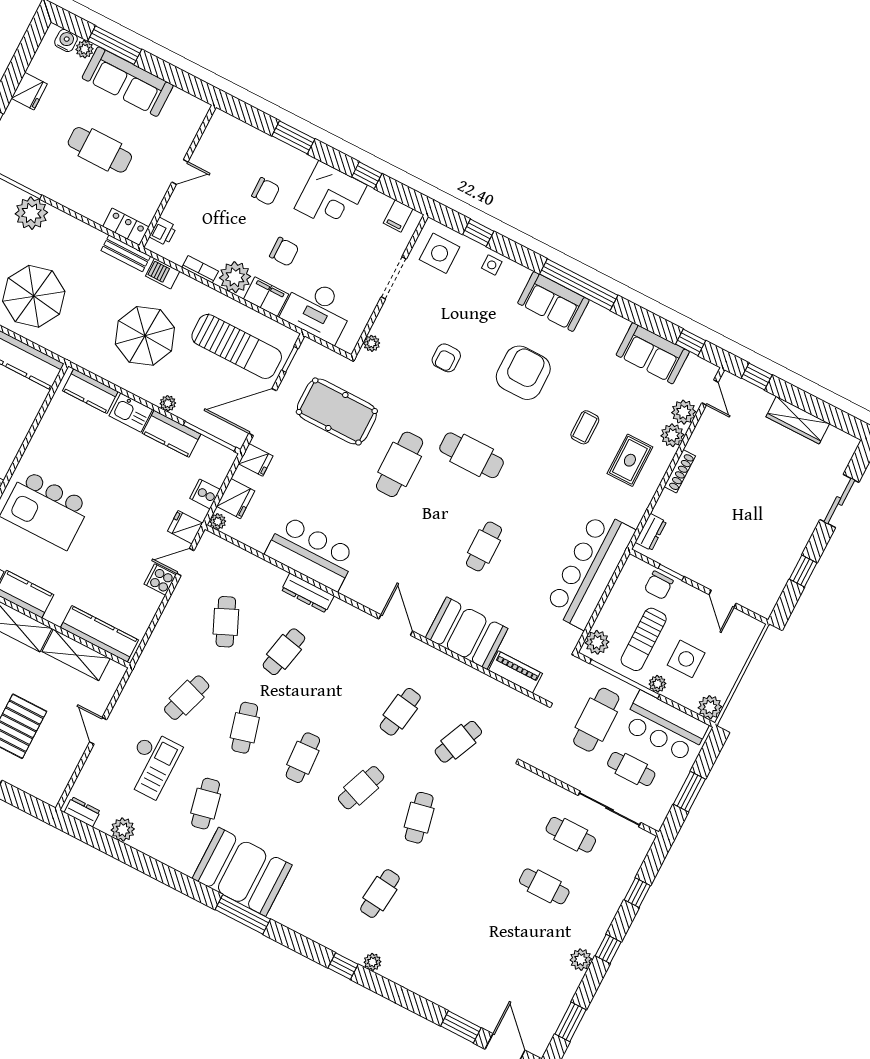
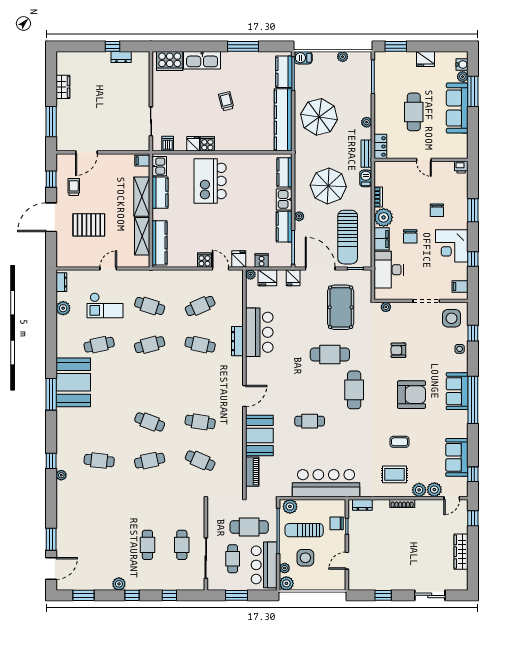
plant: (31, 213) -> (367, 122), moved, width x0.53, depth x0.53
printer: (163, 232) -> (461, 167), moved
plant: (657, 684) -> (285, 568), moved
cafe table: (303, 758) -> (150, 383), removed

